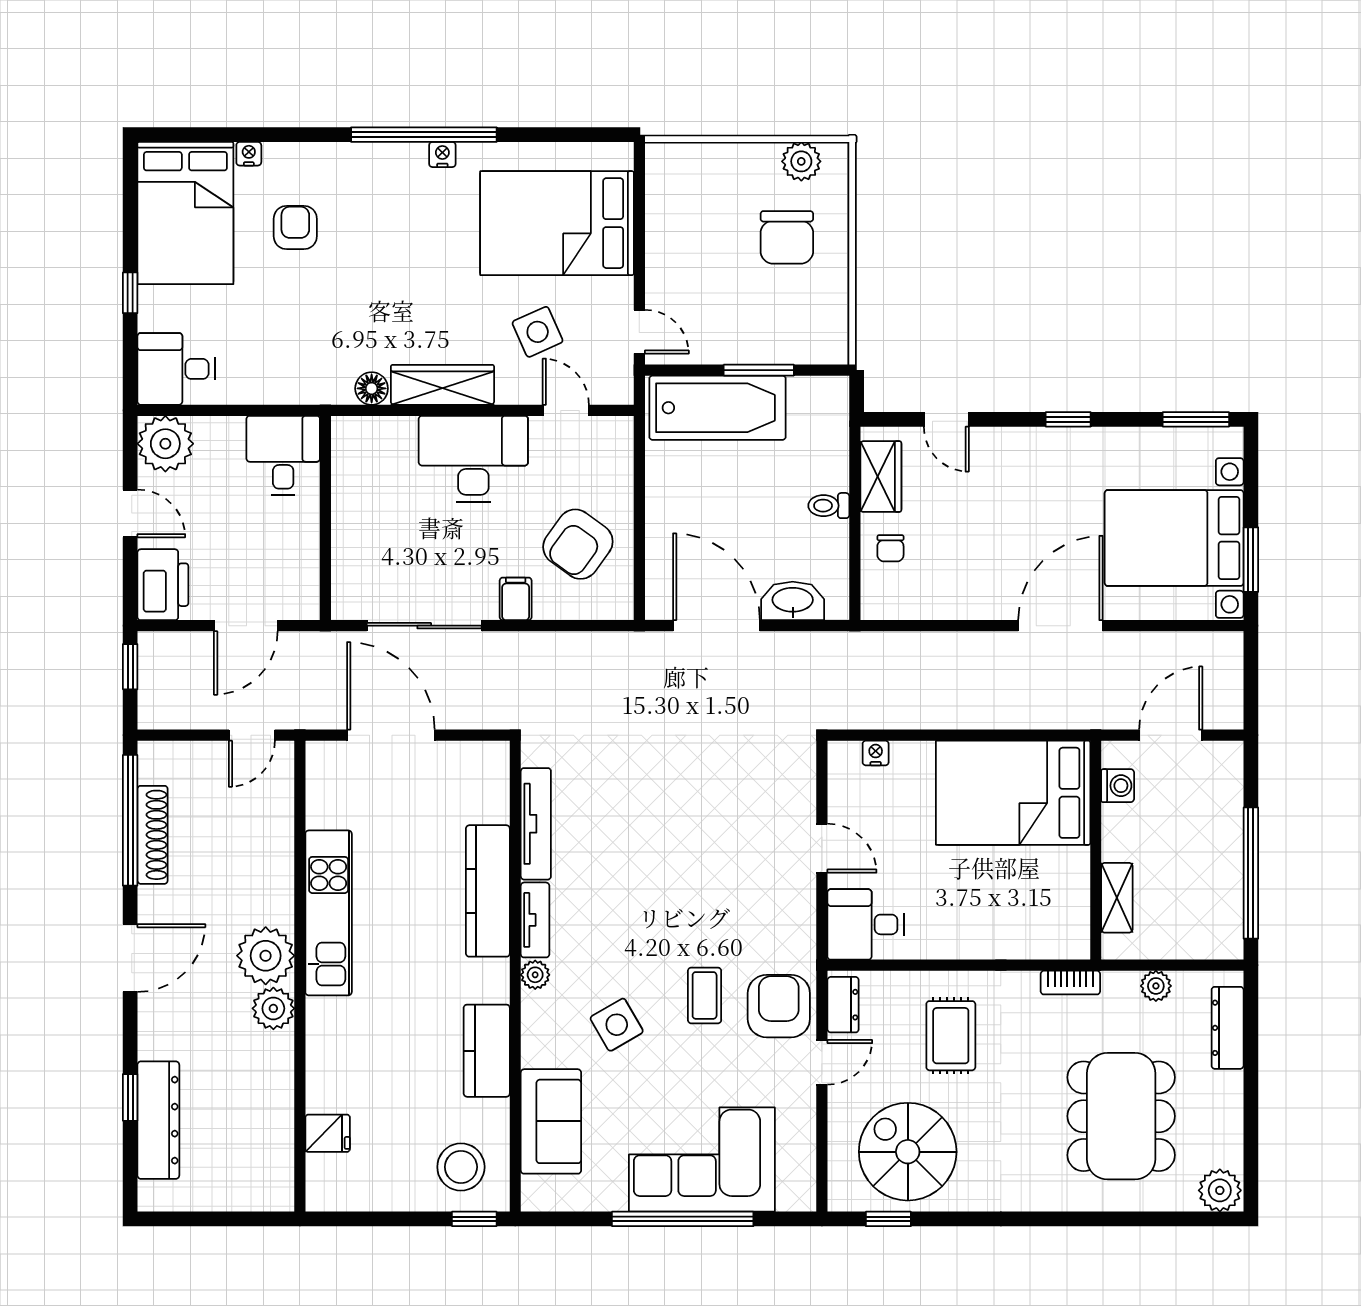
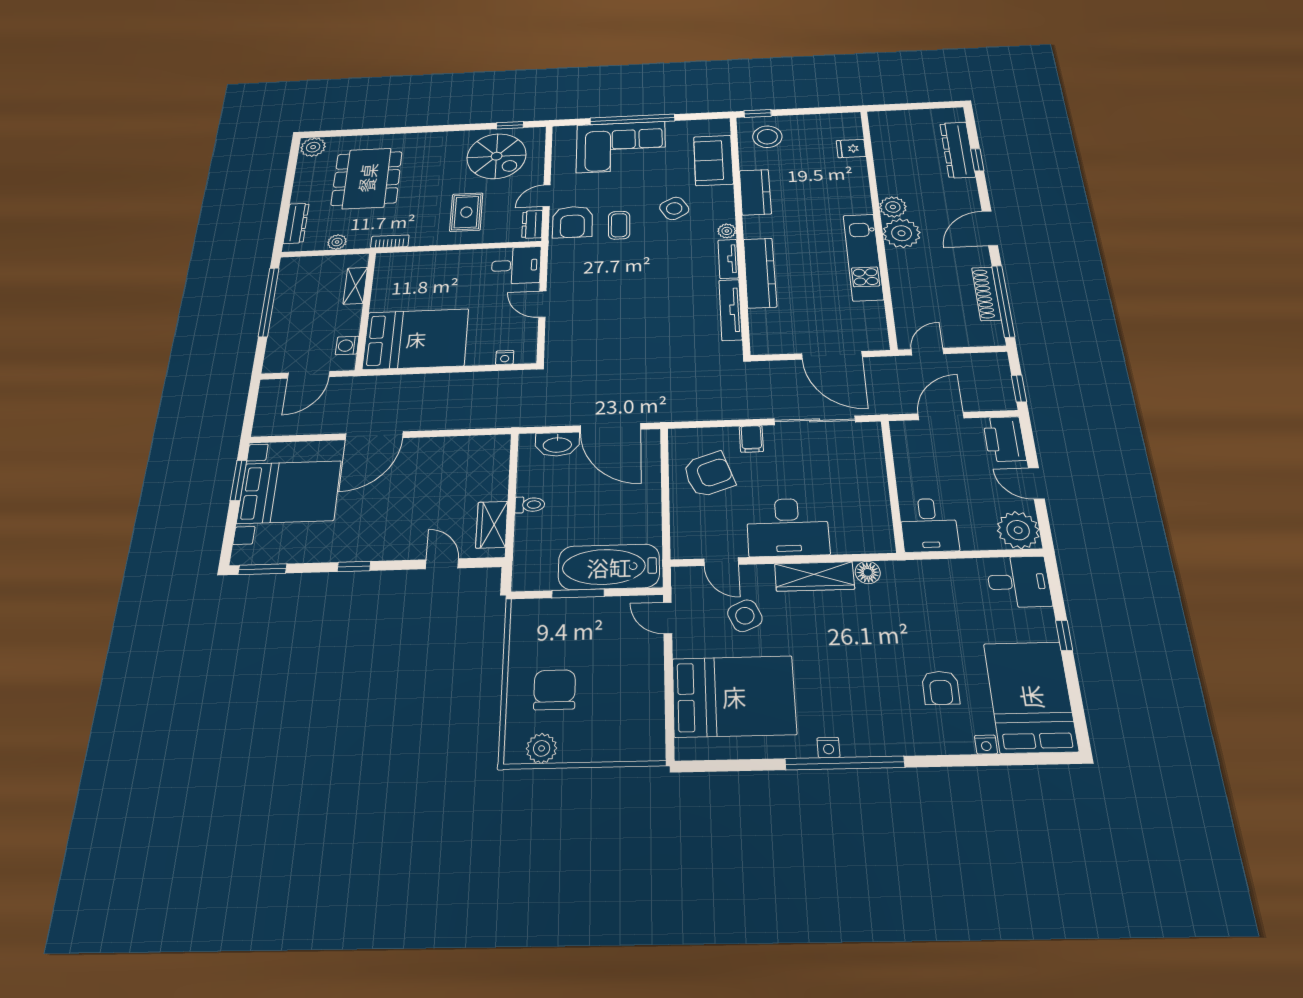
armchair: (578, 544) -> (709, 474), turned 35
chair: (890, 548) -> (488, 479), removed

